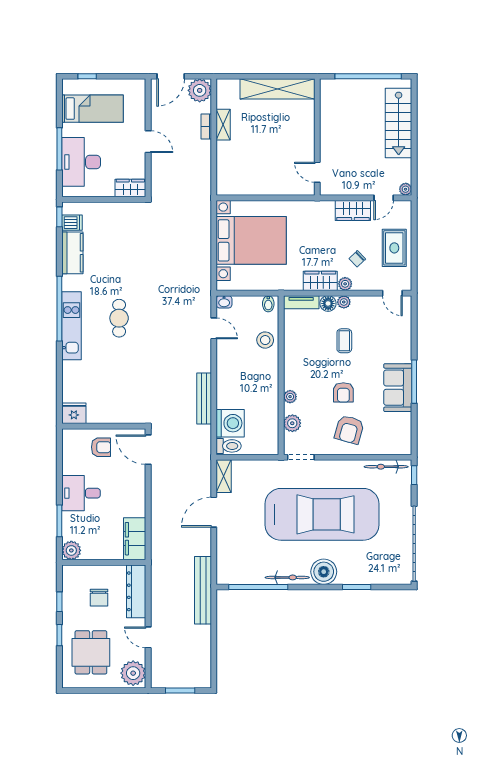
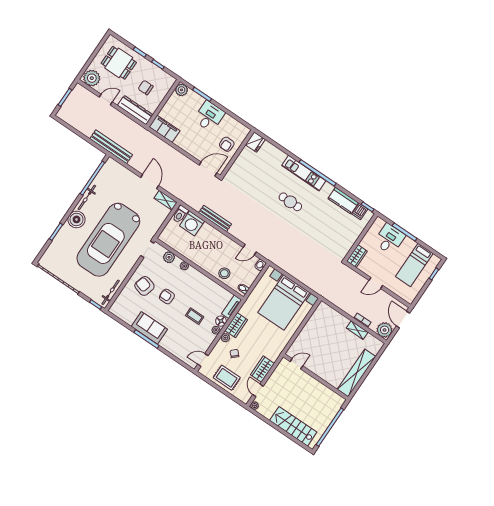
desk: (81, 162) -> (389, 239), width x0.73

